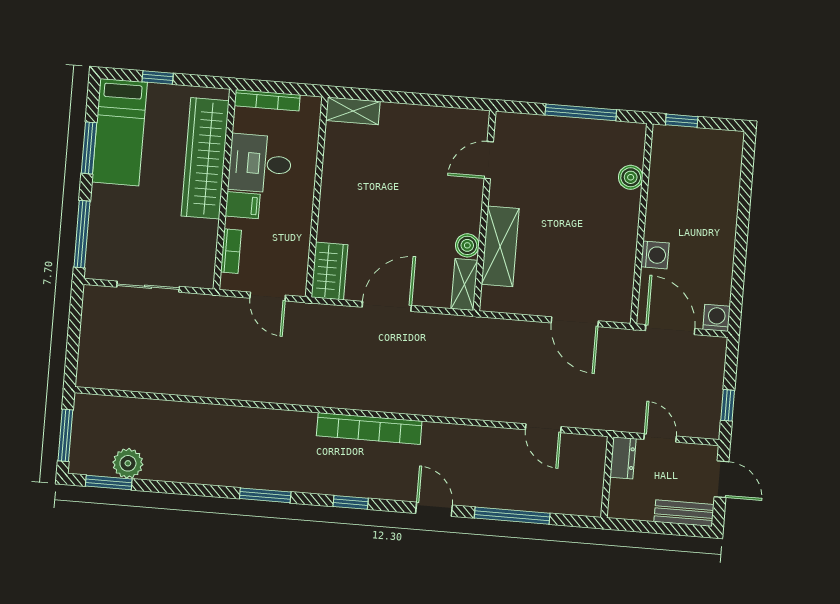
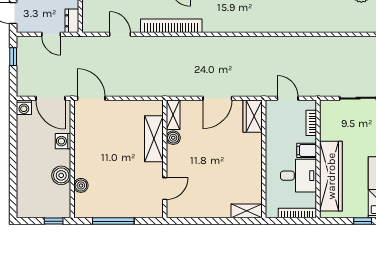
boiler: (663, 197) -> (61, 175), added
door: (575, 322) -> (91, 98), moved
bookcase: (369, 428) -> (171, 26), moved

